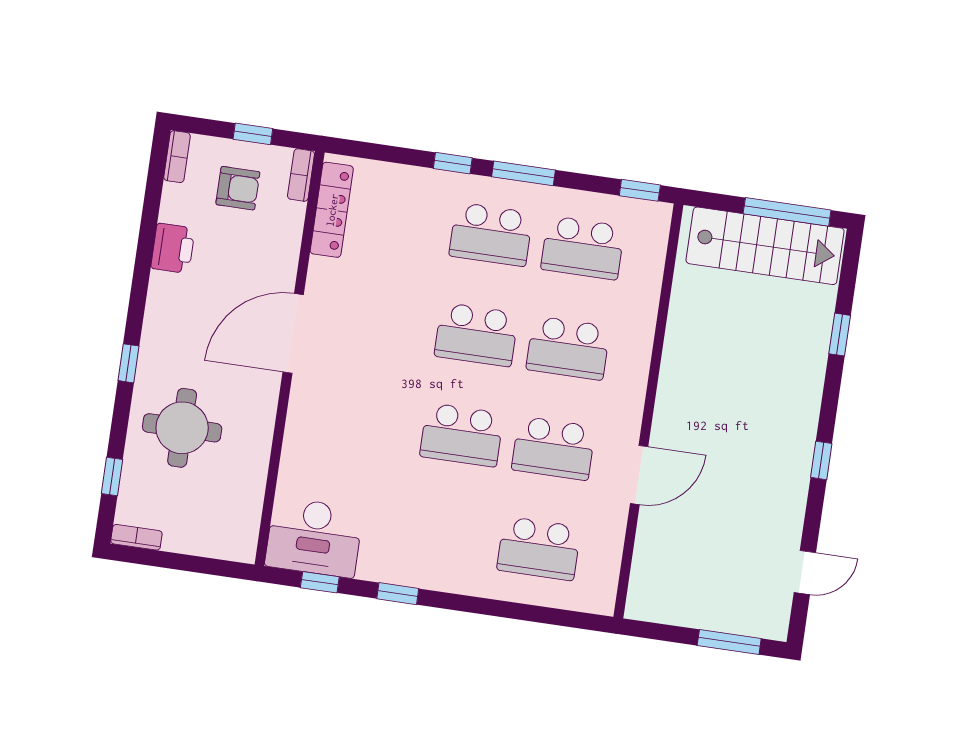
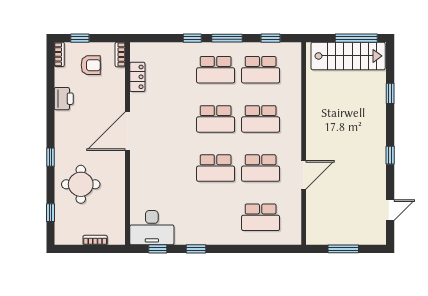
window: (253, 134) -> (80, 38), moved
window: (640, 190) -> (271, 38), moved
locker: (332, 210) -> (137, 77), width x0.66
bookcase: (136, 537) -> (95, 240), moved
window: (729, 642) -> (343, 249), moved

